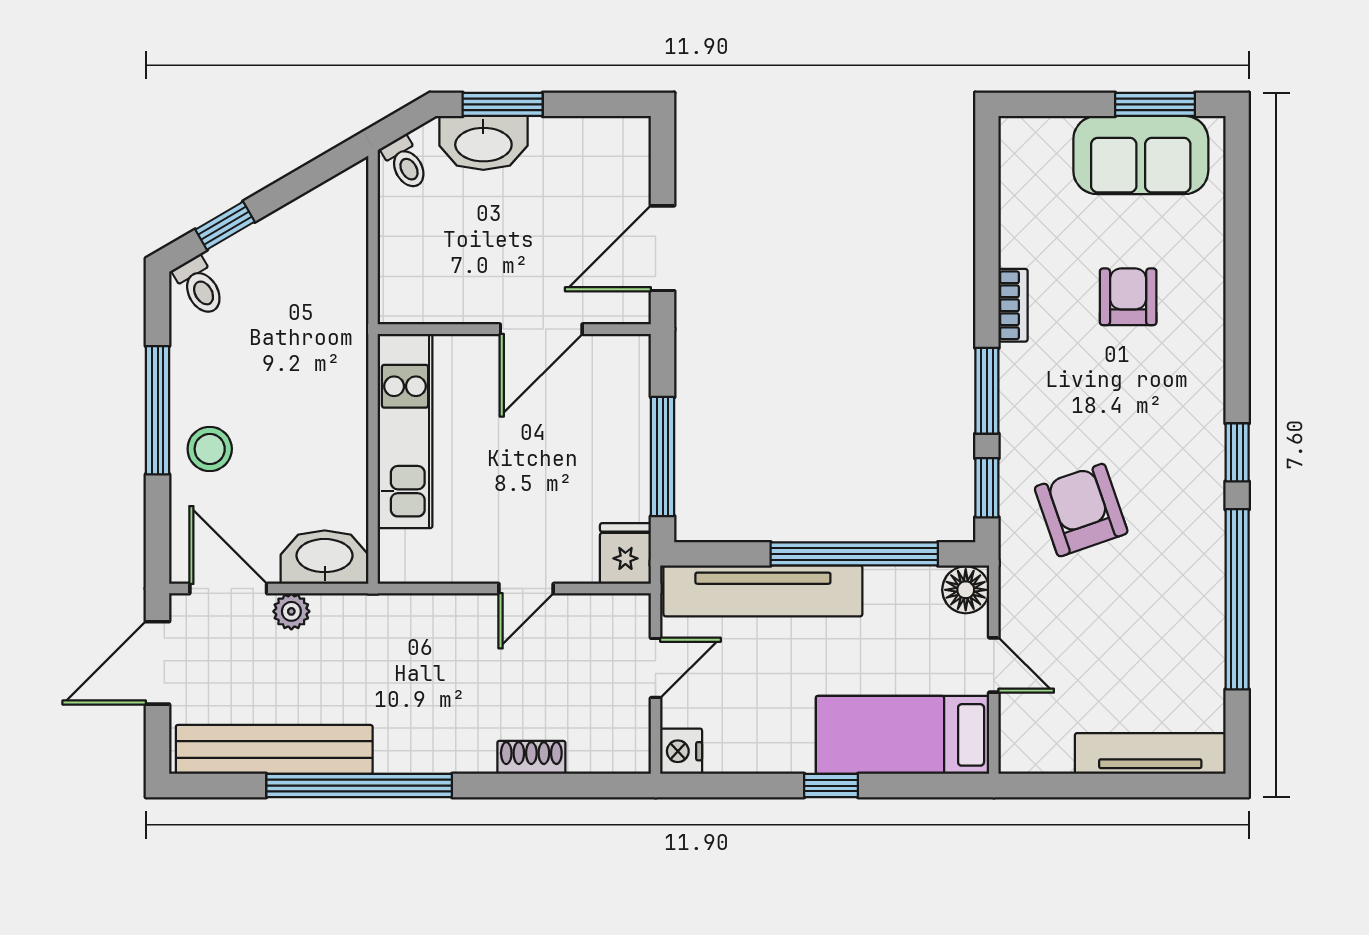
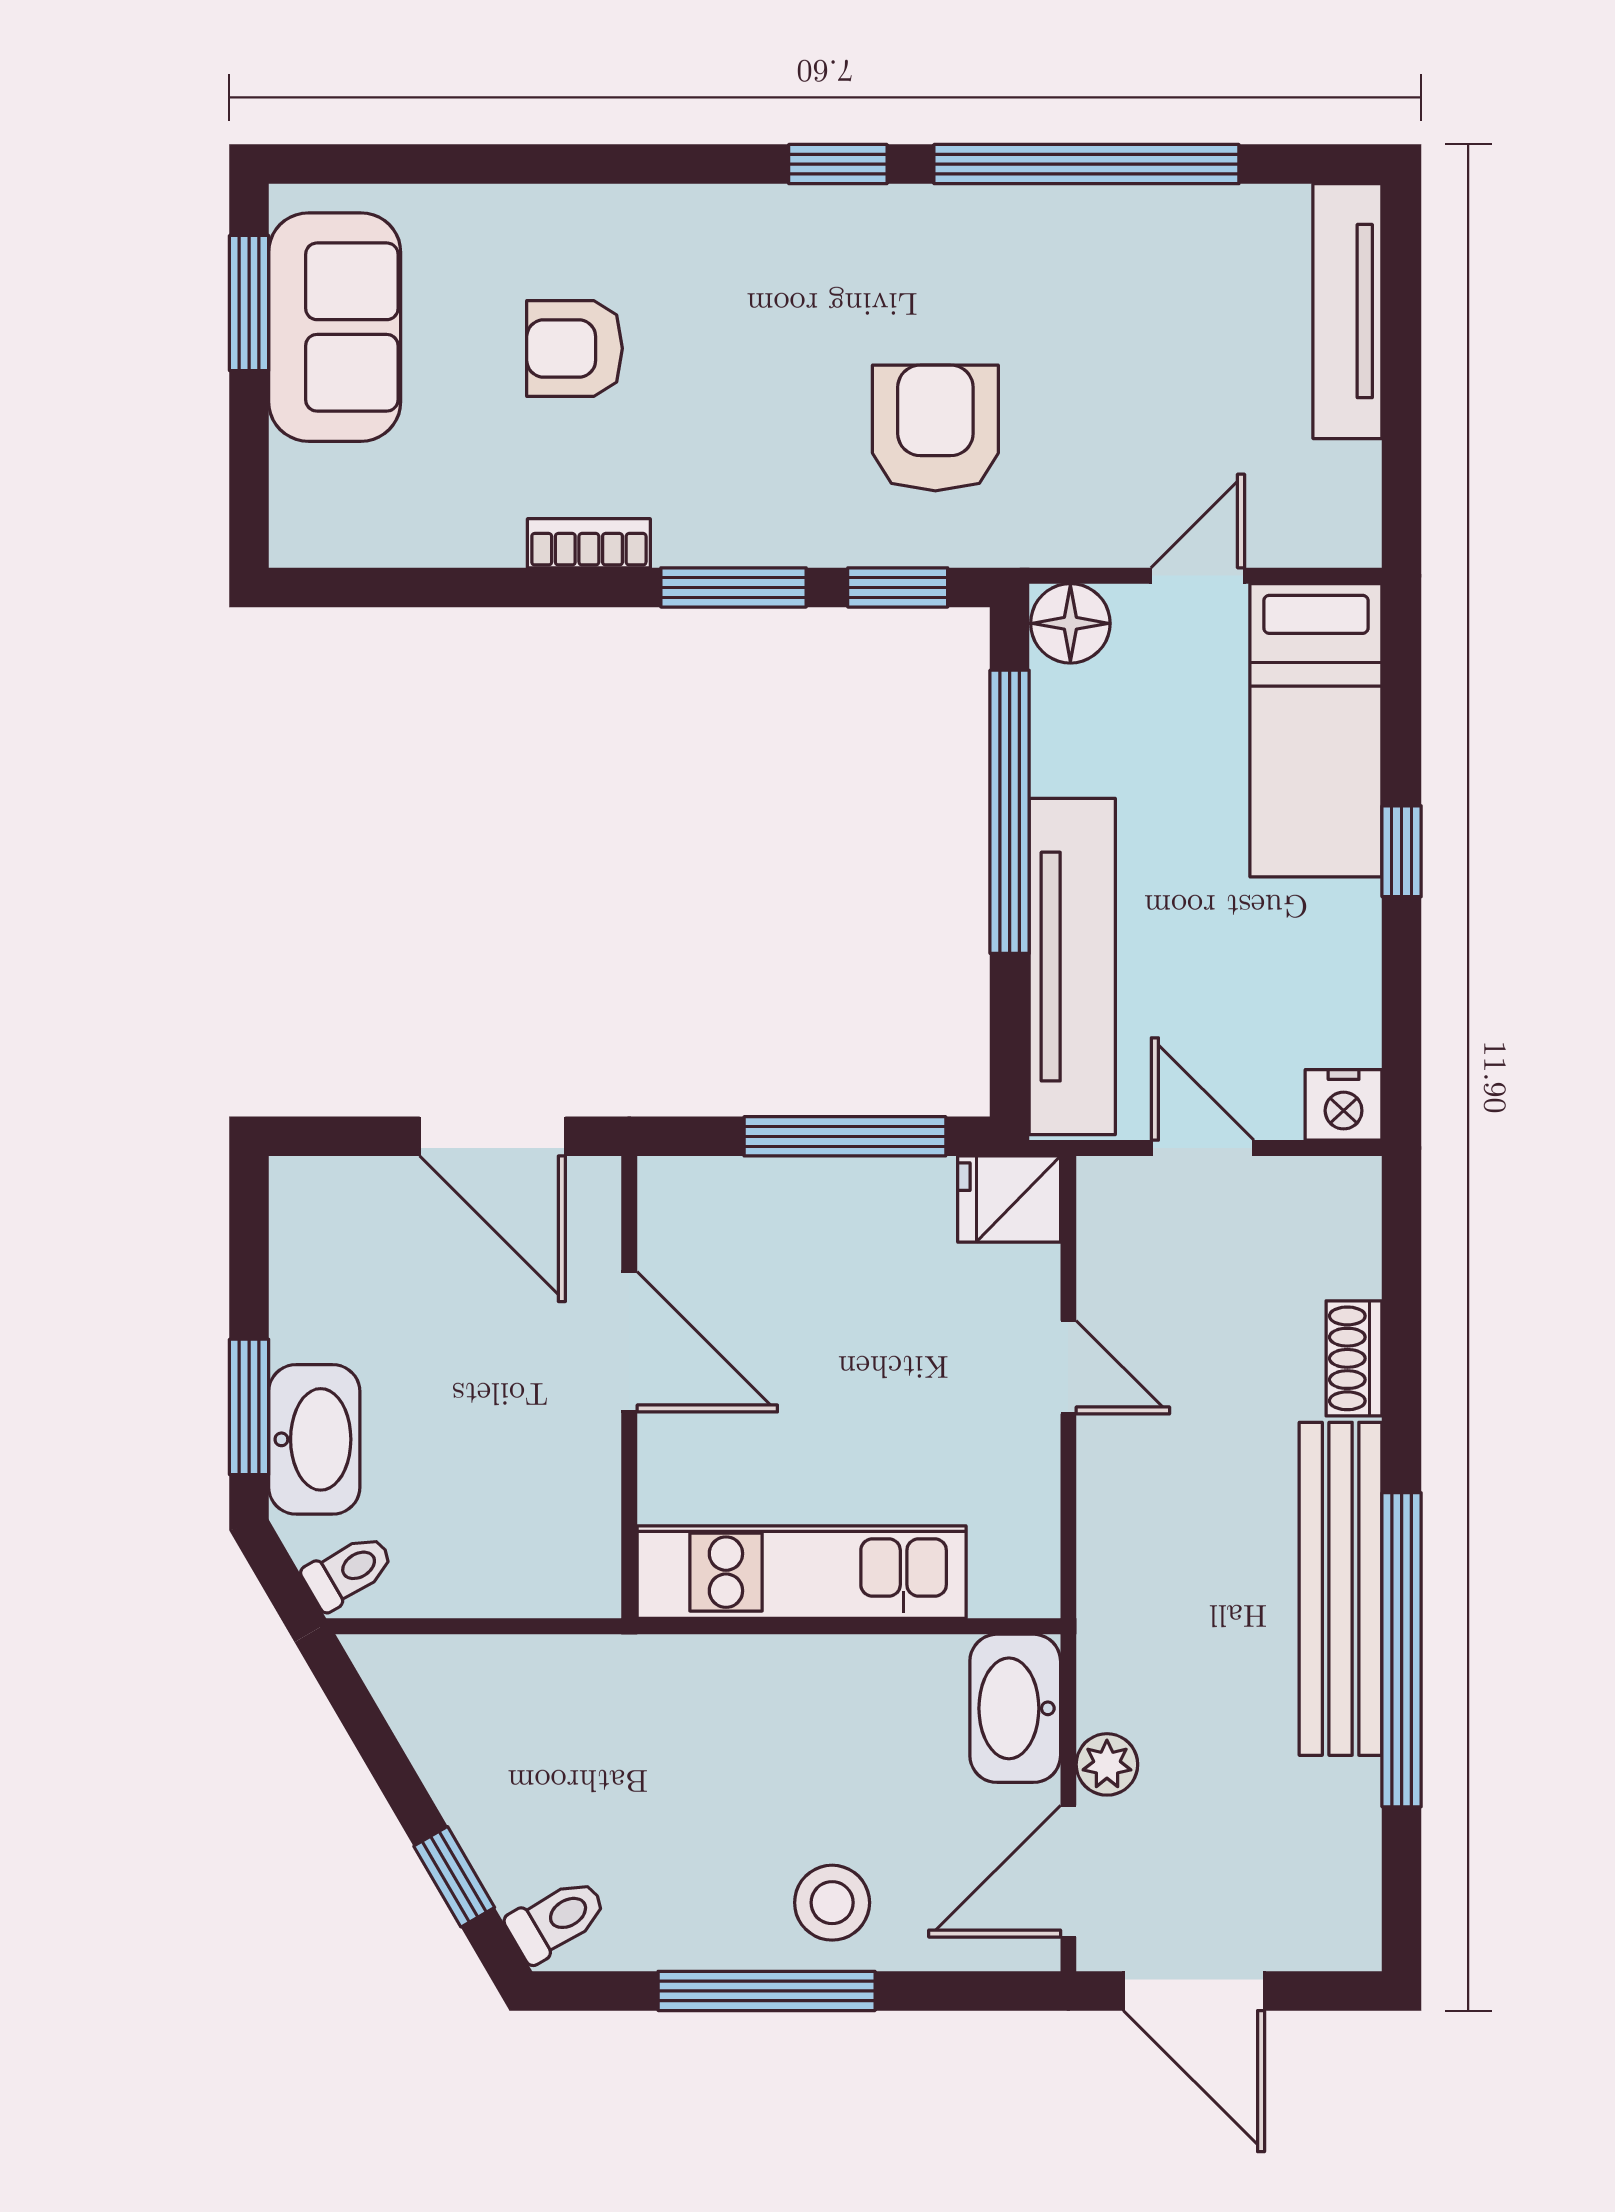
armchair: (1081, 510) -> (935, 428), turned 109
bench: (274, 749) -> (1341, 1589), moved

